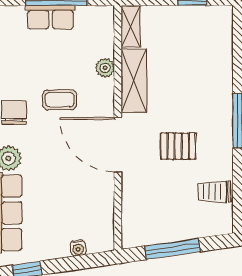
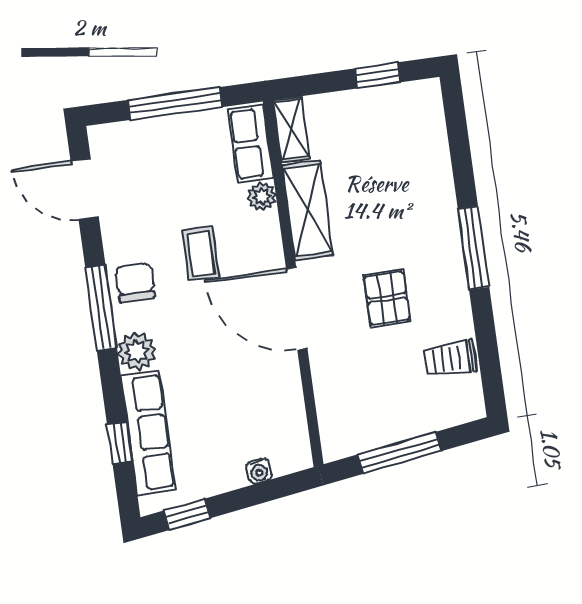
row of seats: (51, 17) -> (251, 144), moved, turned 90
coffee table: (60, 100) -> (201, 254), turned 90
pallet: (178, 146) -> (387, 298), turned 90

